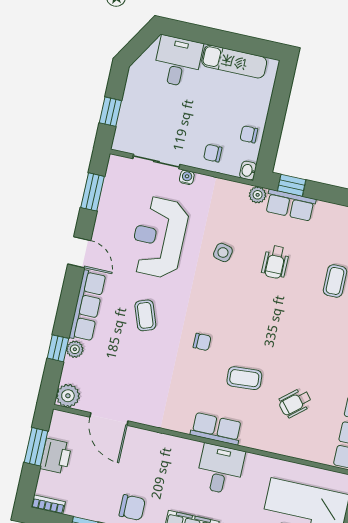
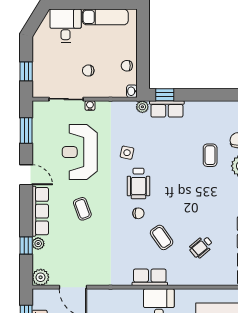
chair: (213, 153) -> (88, 71), moved
wheelchair: (275, 262) -> (138, 183), moved, width x1.36, depth x1.37
chair: (202, 342) -> (138, 213), moved
coffee table: (244, 378) -> (162, 237), turned 59

